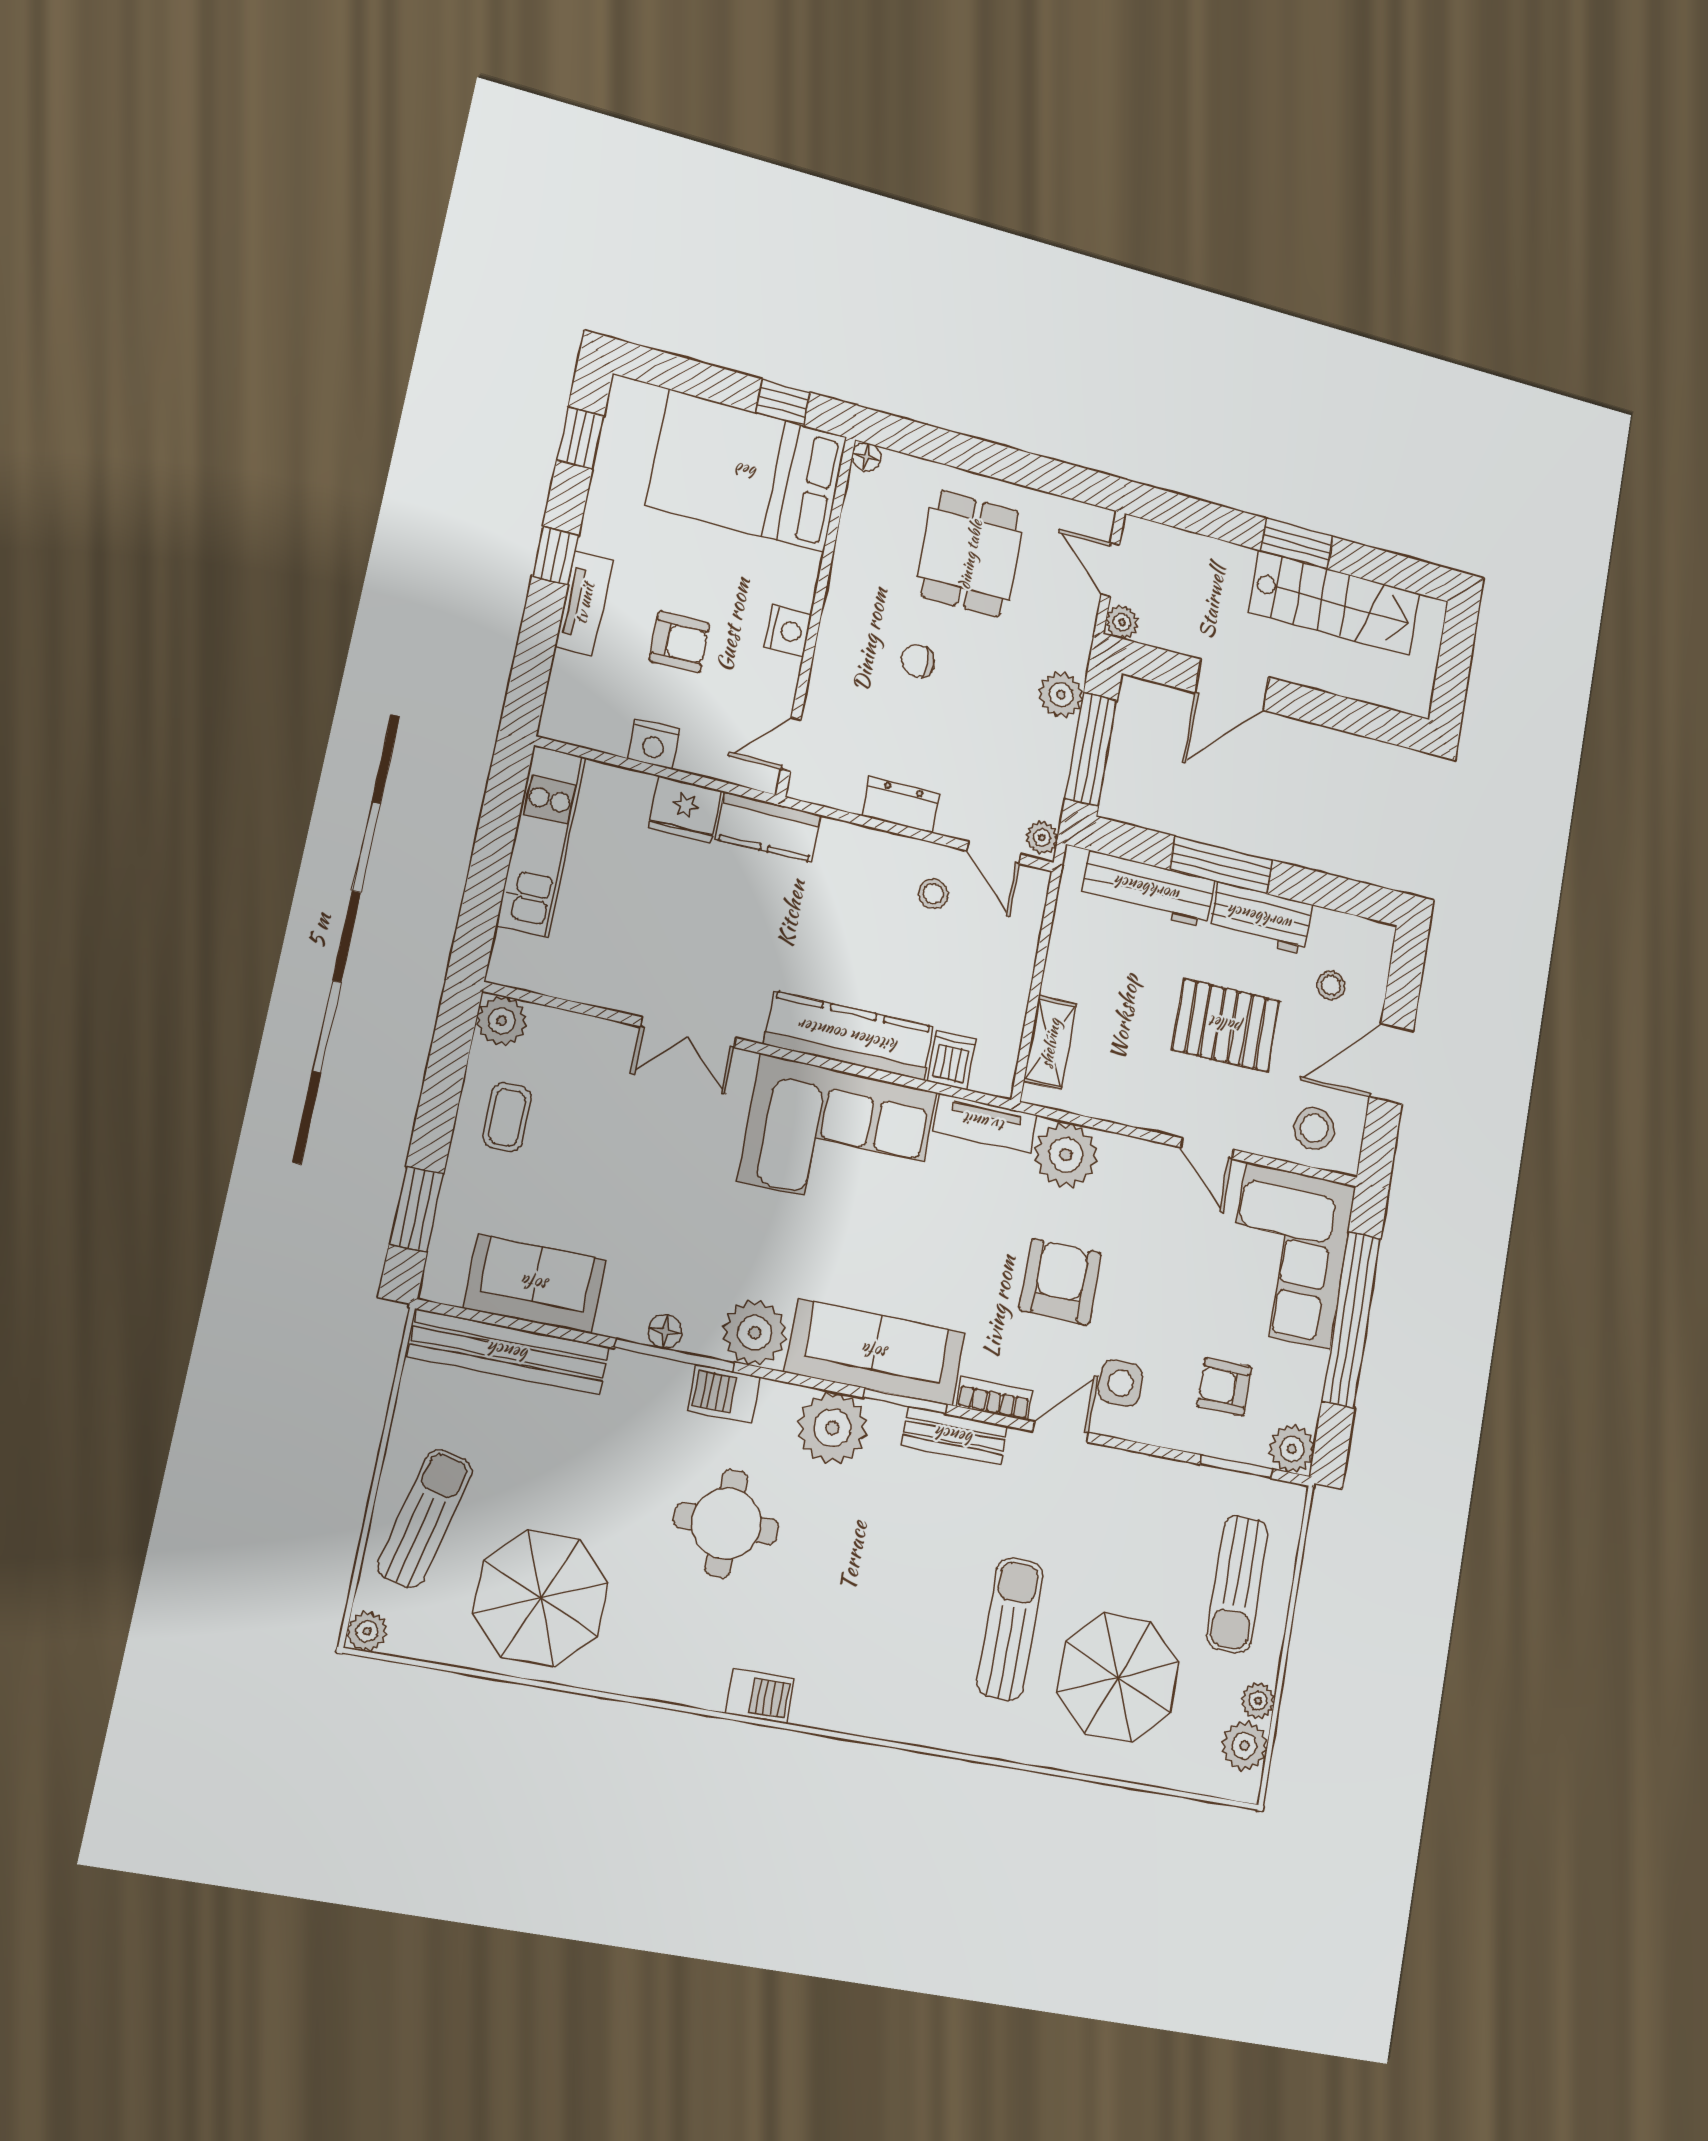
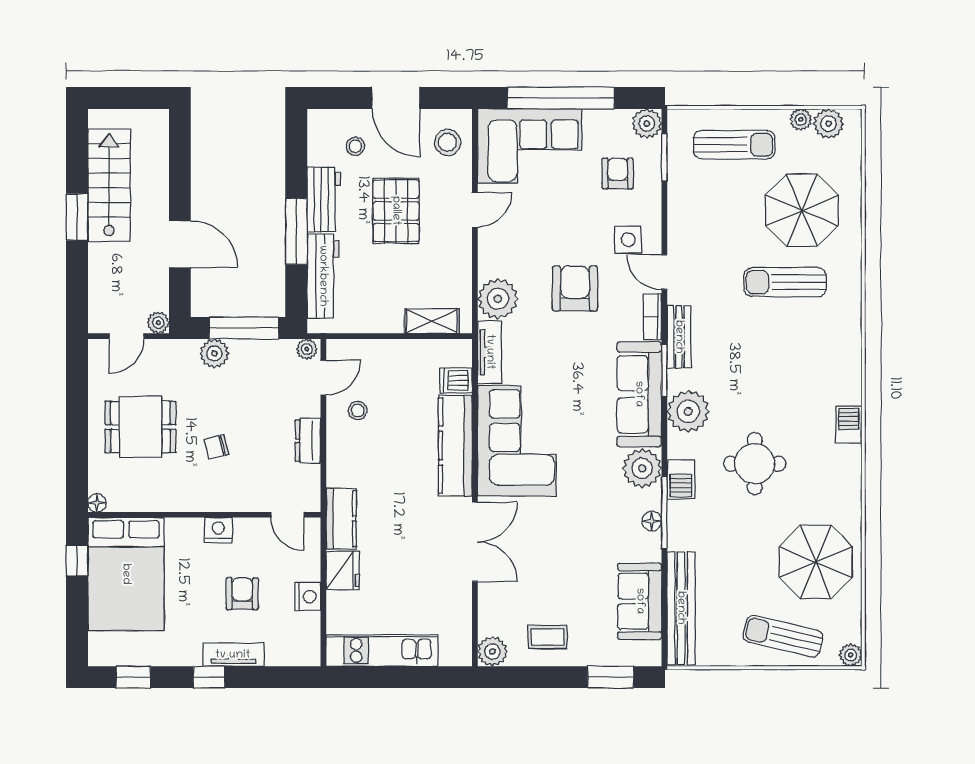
chair: (918, 661) -> (216, 447), turned 76
double door: (688, 1032) -> (475, 542), width x1.37
armchair: (1060, 1282) -> (575, 288), turned 90
armchair: (1224, 1387) -> (618, 173), turned 180

